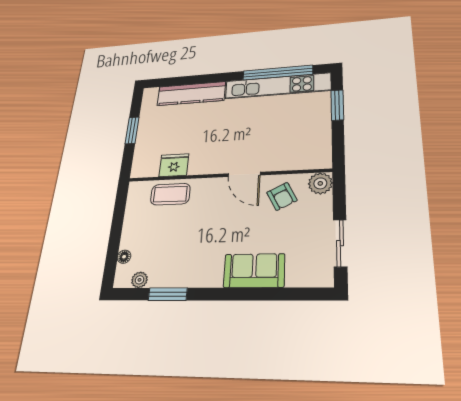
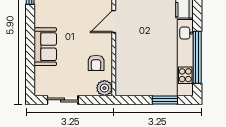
door: (244, 174) -> (114, 21), moved
armchair: (282, 196) -> (96, 63), turned -63

